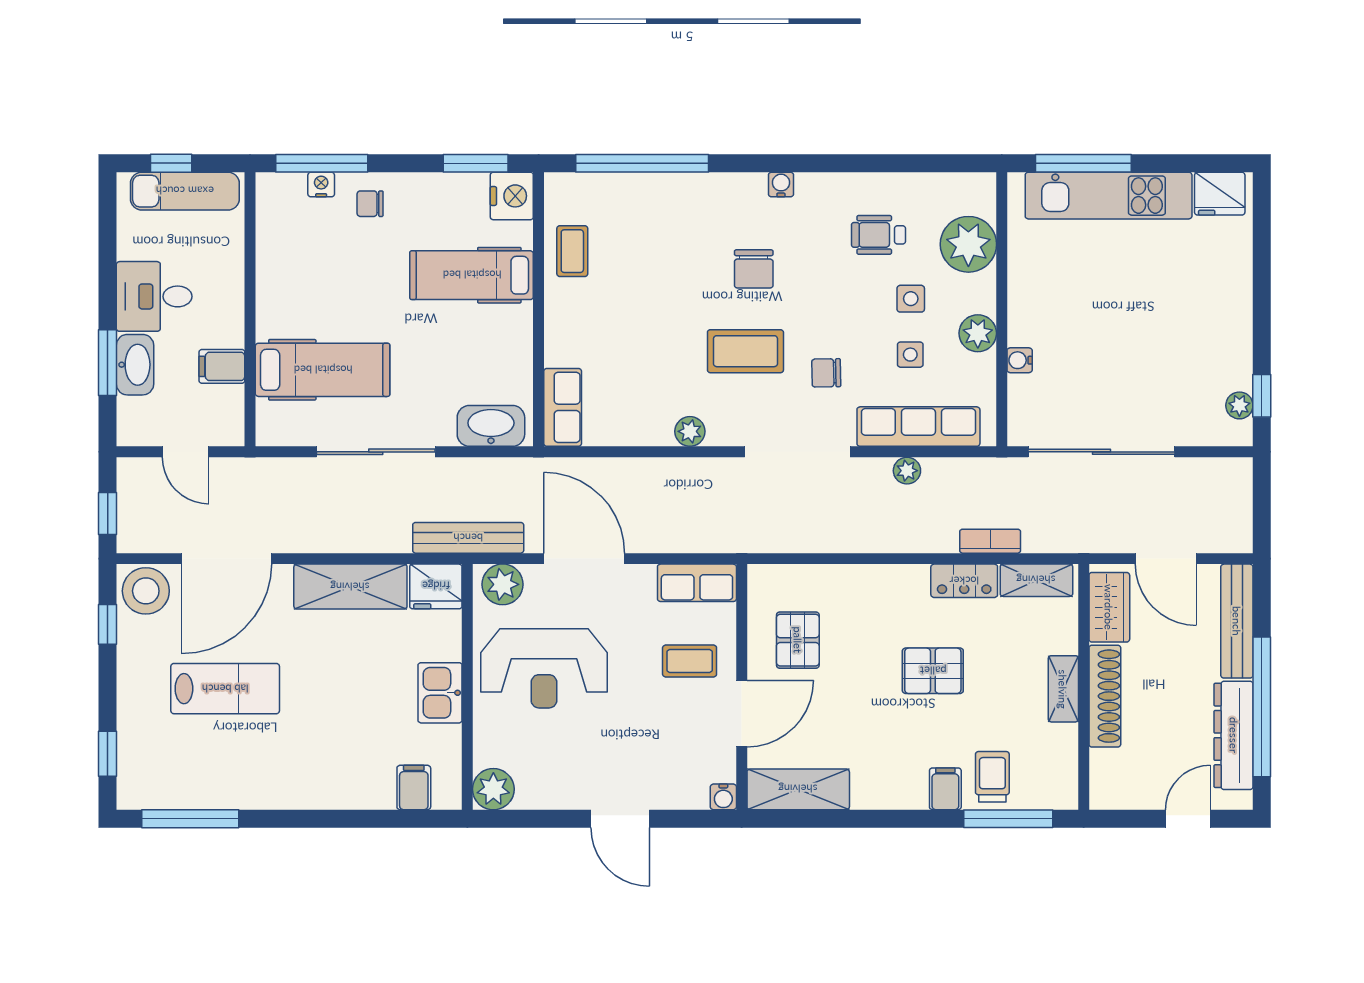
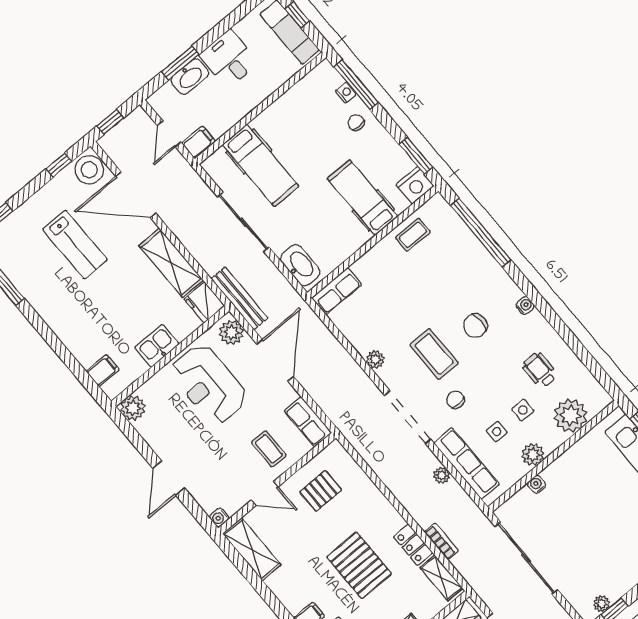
filing cabinet: (222, 366) -> (199, 142), moved, turned 90
pallet: (933, 671) -> (359, 565), width x1.50, depth x1.42
door: (742, 714) -> (265, 494), width x0.73

